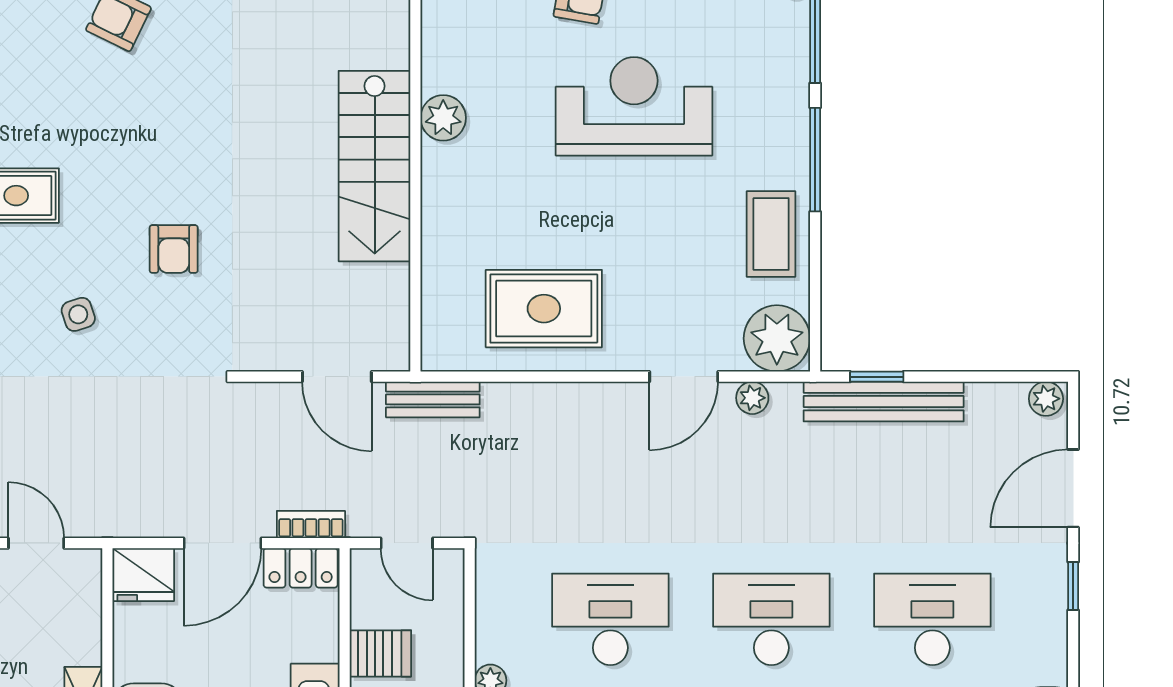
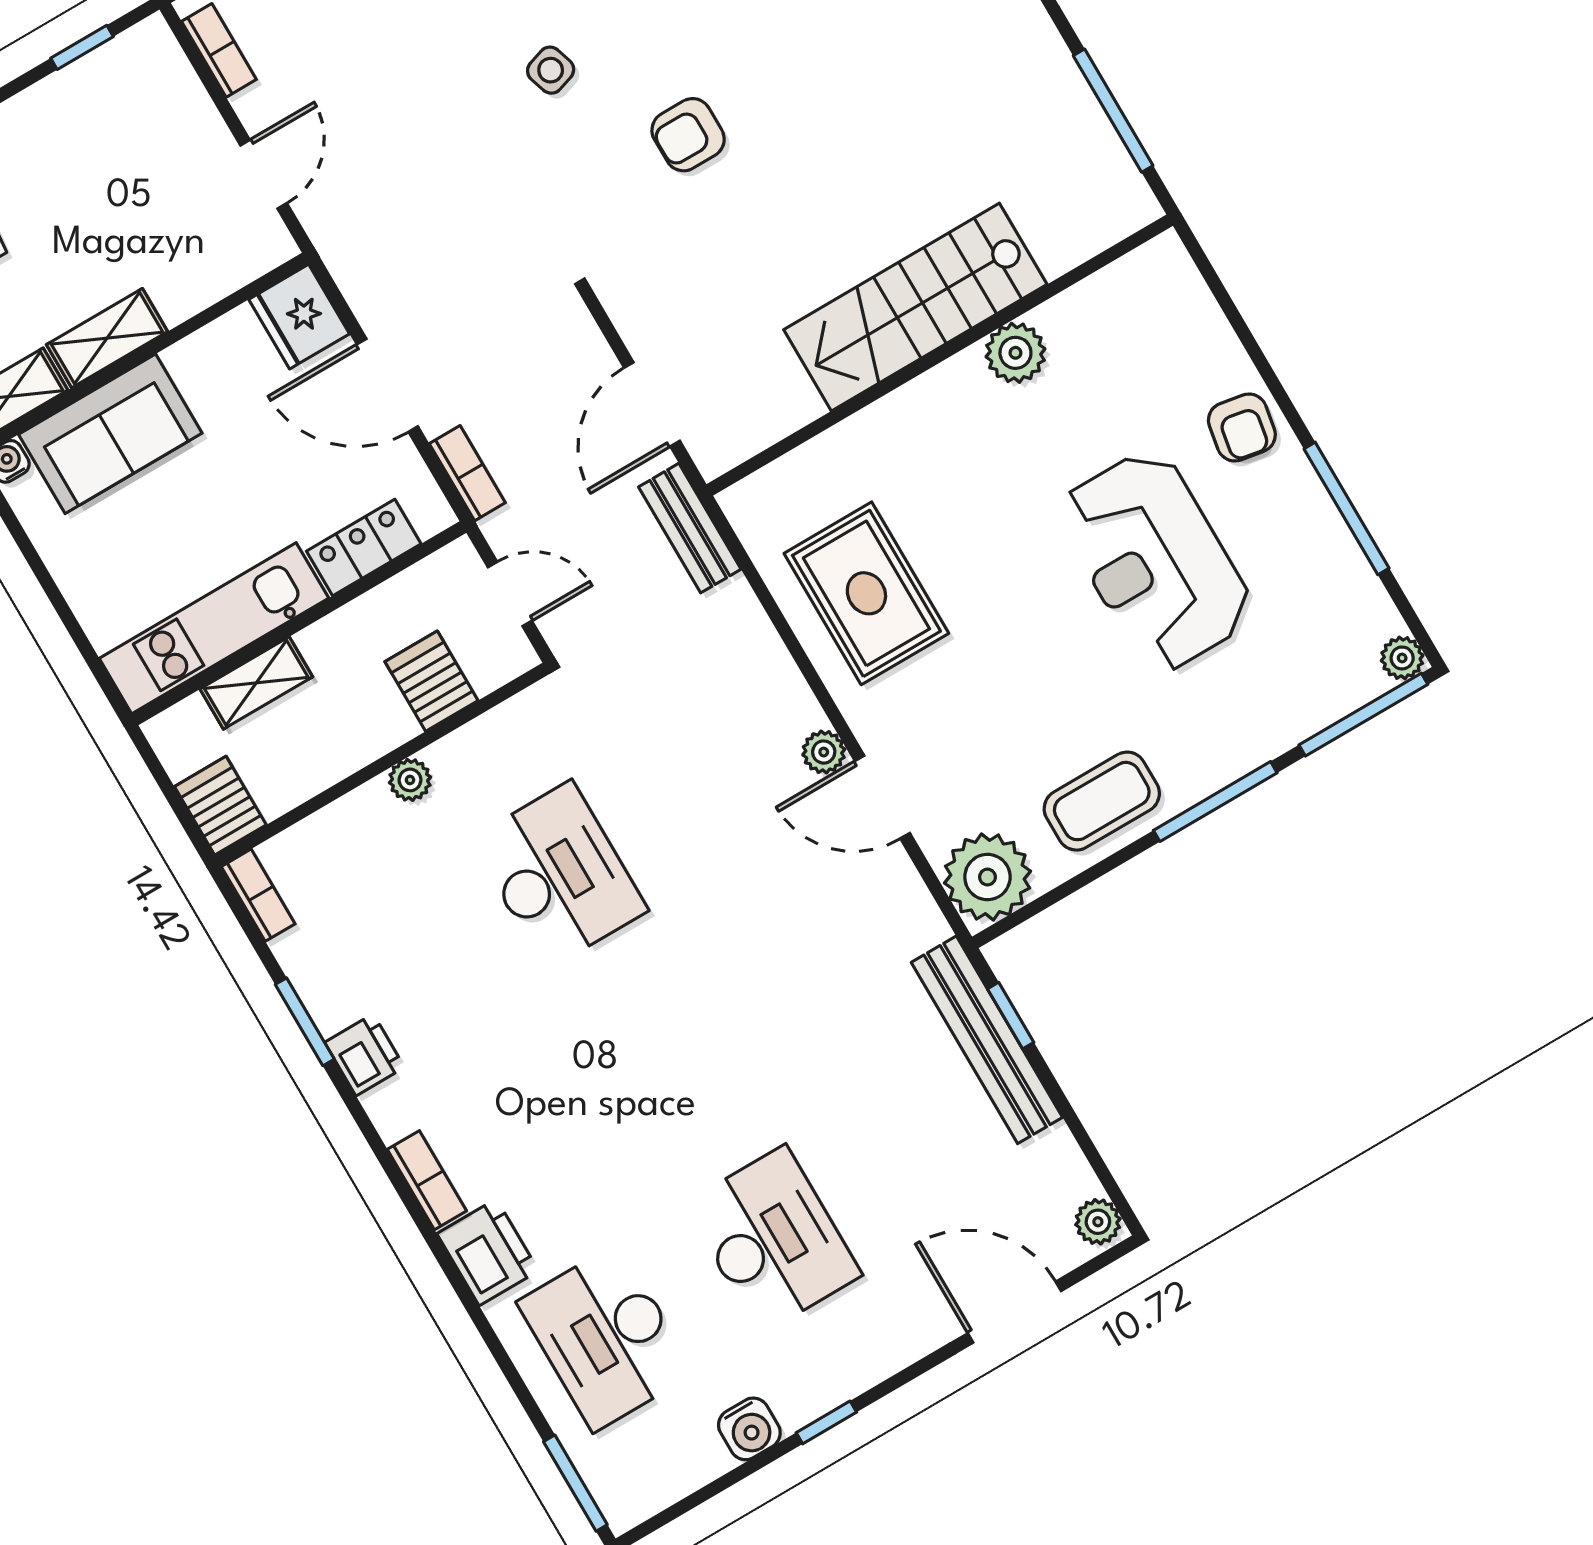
reception desk: (634, 106) -> (1155, 561), turned 180
plant: (752, 398) -> (824, 752), moved
door: (407, 543) -> (510, 594), swing flipped
locker: (301, 568) -> (364, 548), moved, turned 90
window: (1073, 586) -> (826, 1422), moved
desk: (771, 619) -> (666, 1057), removed
server rack: (380, 653) -> (431, 681), moved, turned 180

